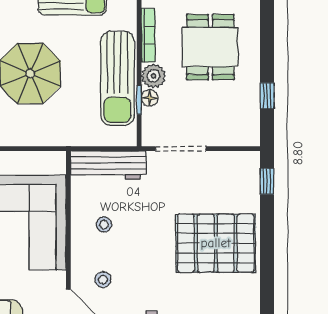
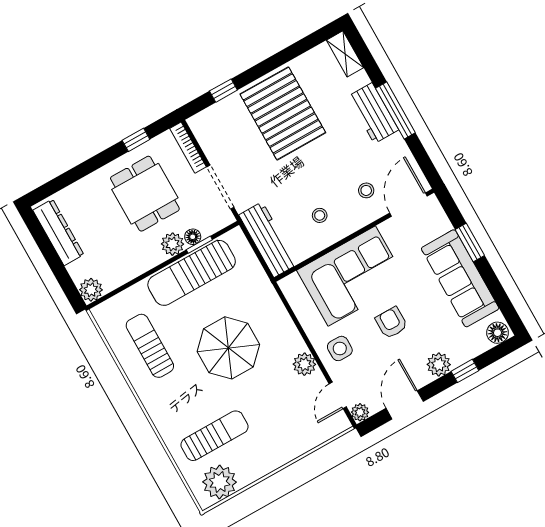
bookcase: (148, 35) -> (188, 148), moved, turned -90
dining table: (210, 47) -> (145, 194), moved, turned 90
sun lounger: (117, 78) -> (192, 273), turned 180
window: (267, 181) -> (223, 91), moved

